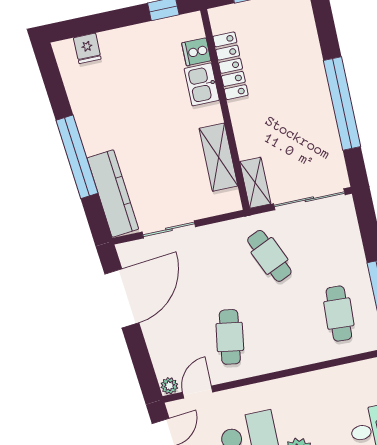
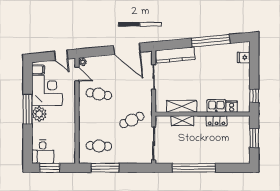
locker: (231, 66) -> (216, 121), width x0.66
window: (77, 157) -> (211, 41), moved
shelving: (255, 183) -> (183, 121), moved

